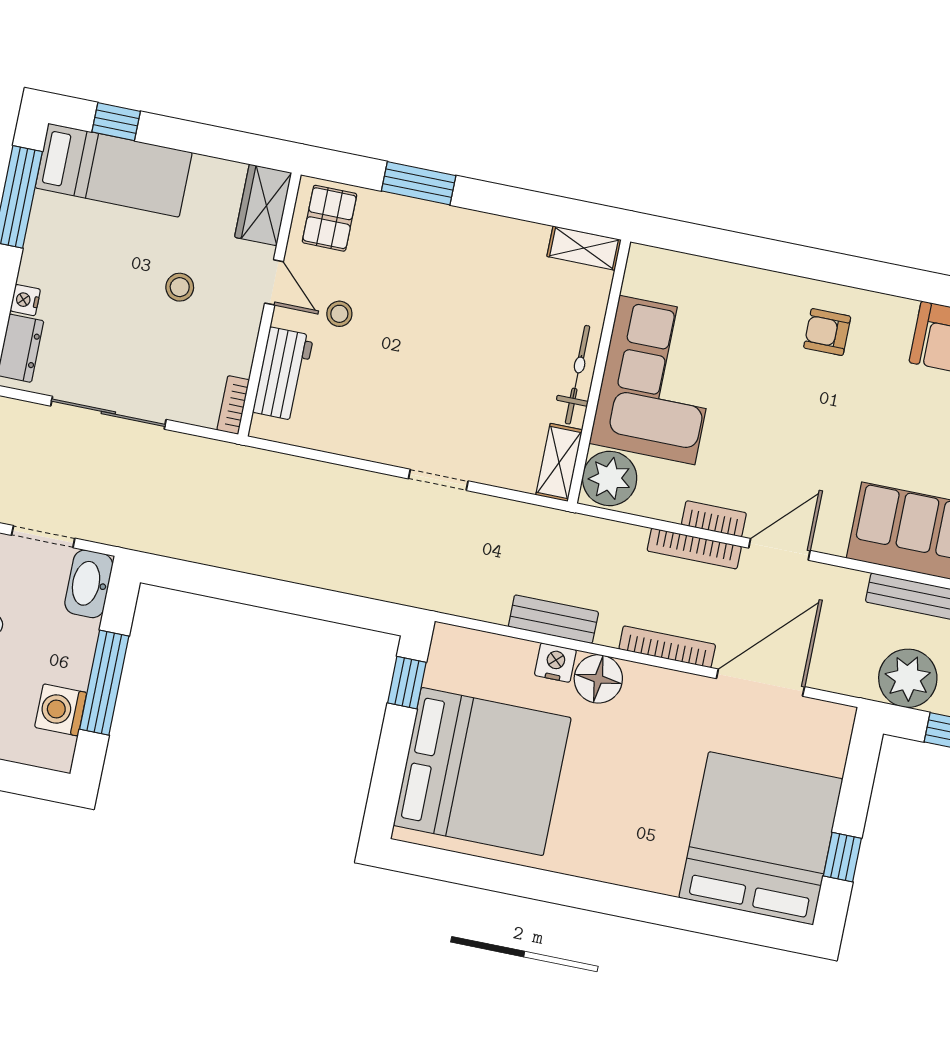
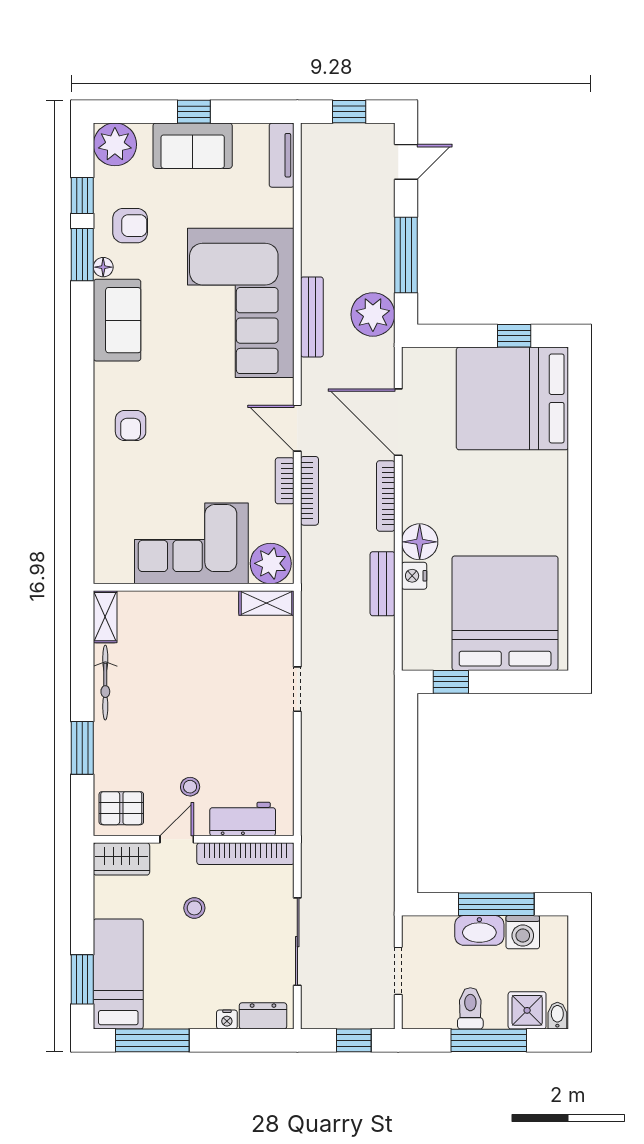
window: (116, 122) -> (82, 979), width x1.50
bicycle: (578, 375) -> (105, 683), moved, turned -90
bookcase: (233, 405) -> (245, 854), width x2.31, depth x1.31
washbasin: (89, 584) -> (479, 930), moved

